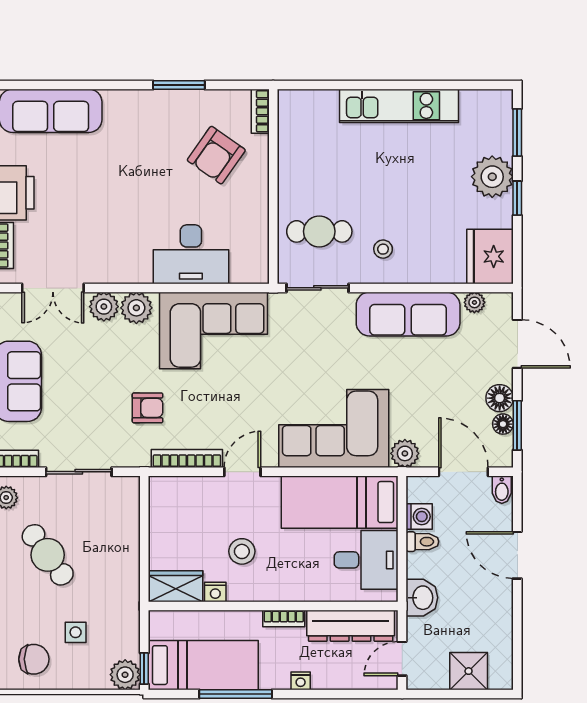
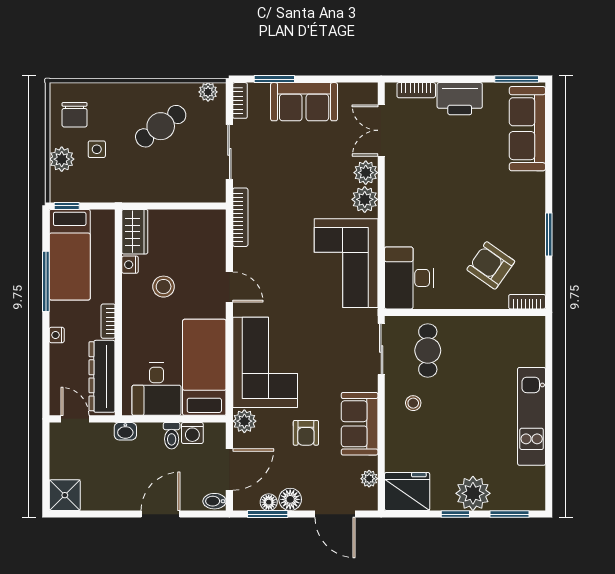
desk: (191, 254) -> (409, 278), moved
sofa: (408, 314) -> (360, 424), width x0.73
door: (517, 344) -> (335, 514), hinge flipped
armchair: (148, 408) -> (306, 433), moved
bookcase: (187, 458) -> (240, 217), moved
washbasin: (422, 598) -> (125, 431), width x0.72, depth x0.69
shower: (469, 671) -> (65, 495), moved
plant: (125, 675) -> (62, 159), moved

